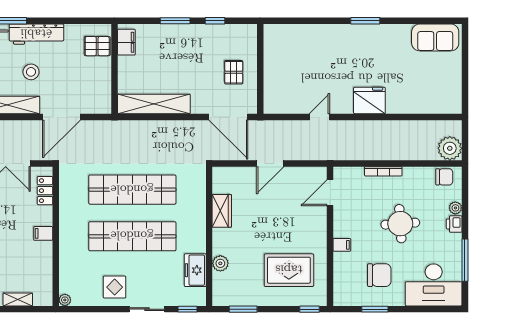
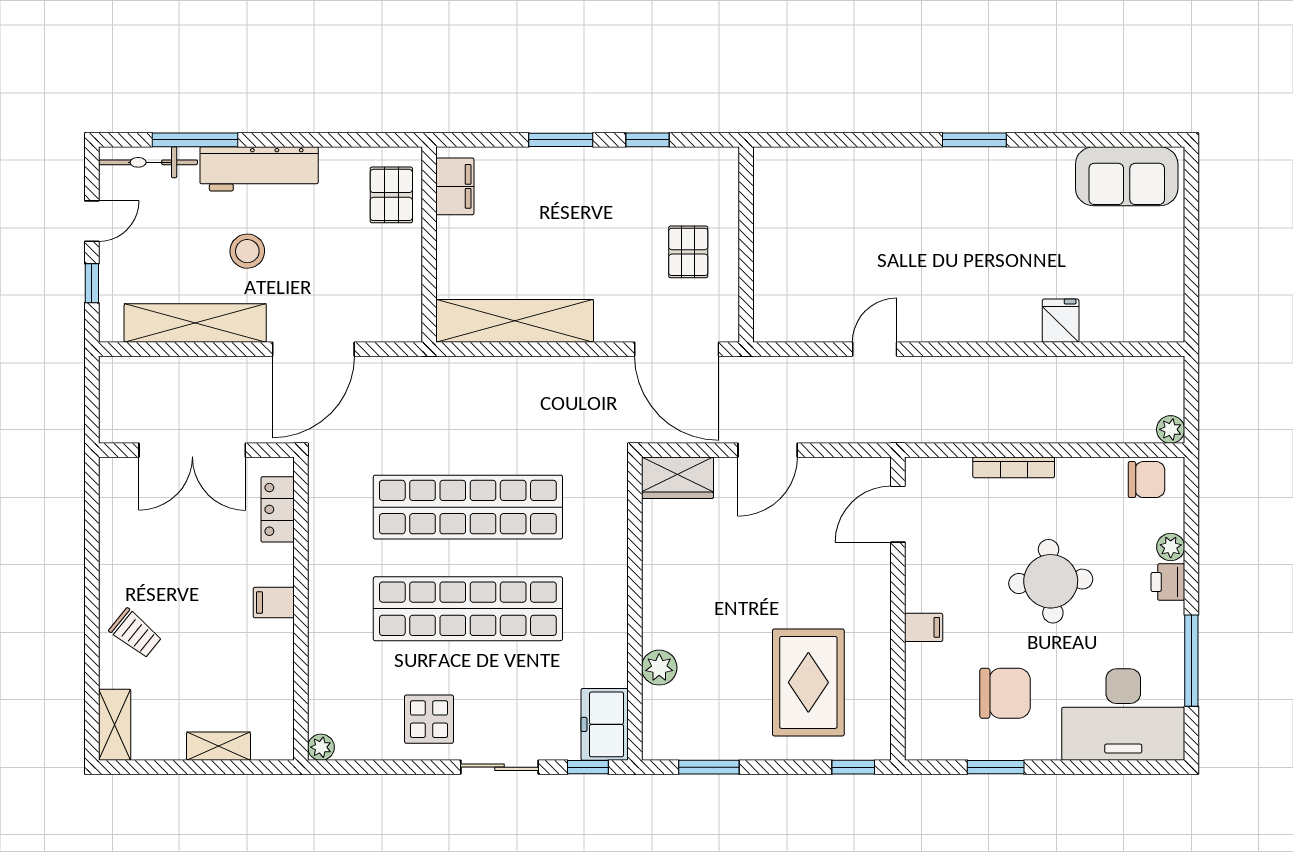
pallet: (97, 46) -> (391, 195), turned 90
fridge: (369, 100) -> (1061, 321), moved, width x0.53, depth x0.75
plant: (450, 148) -> (1171, 429), width x0.53, depth x0.53
wardrobe: (222, 211) -> (677, 478), moved, turned 90
freezer: (195, 270) -> (605, 724), moved
rug: (289, 270) -> (808, 682), turned 90

